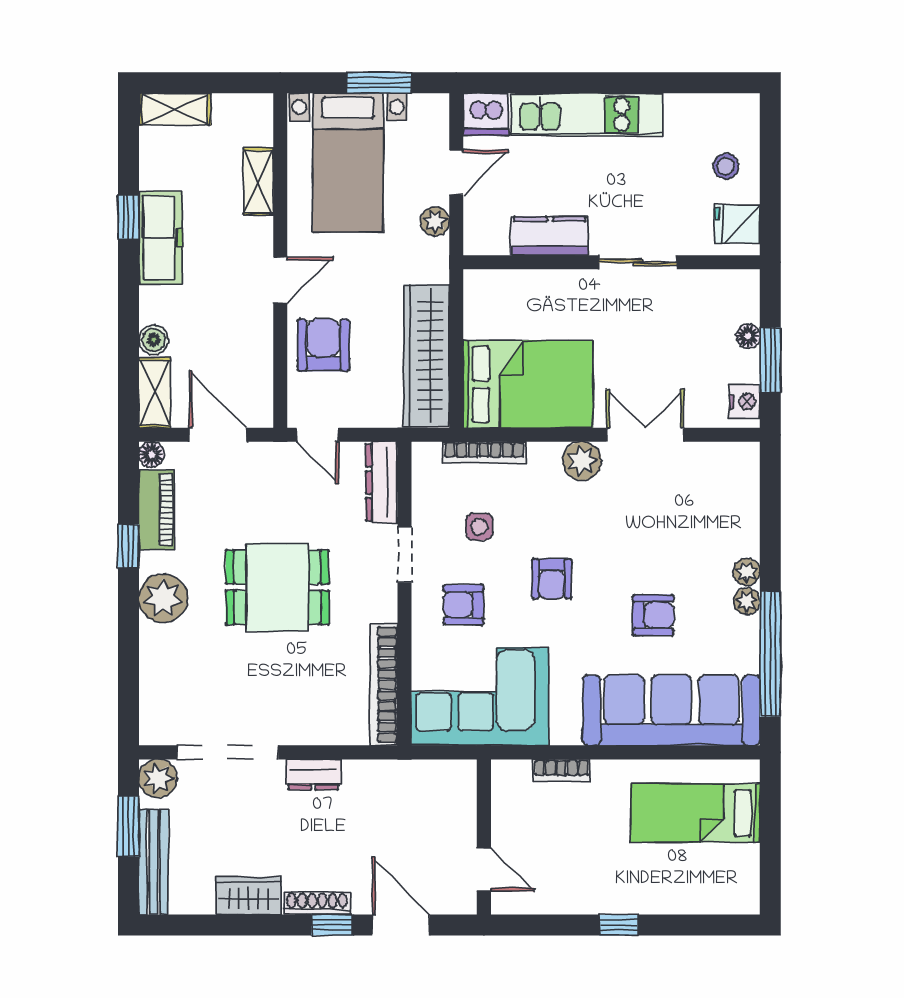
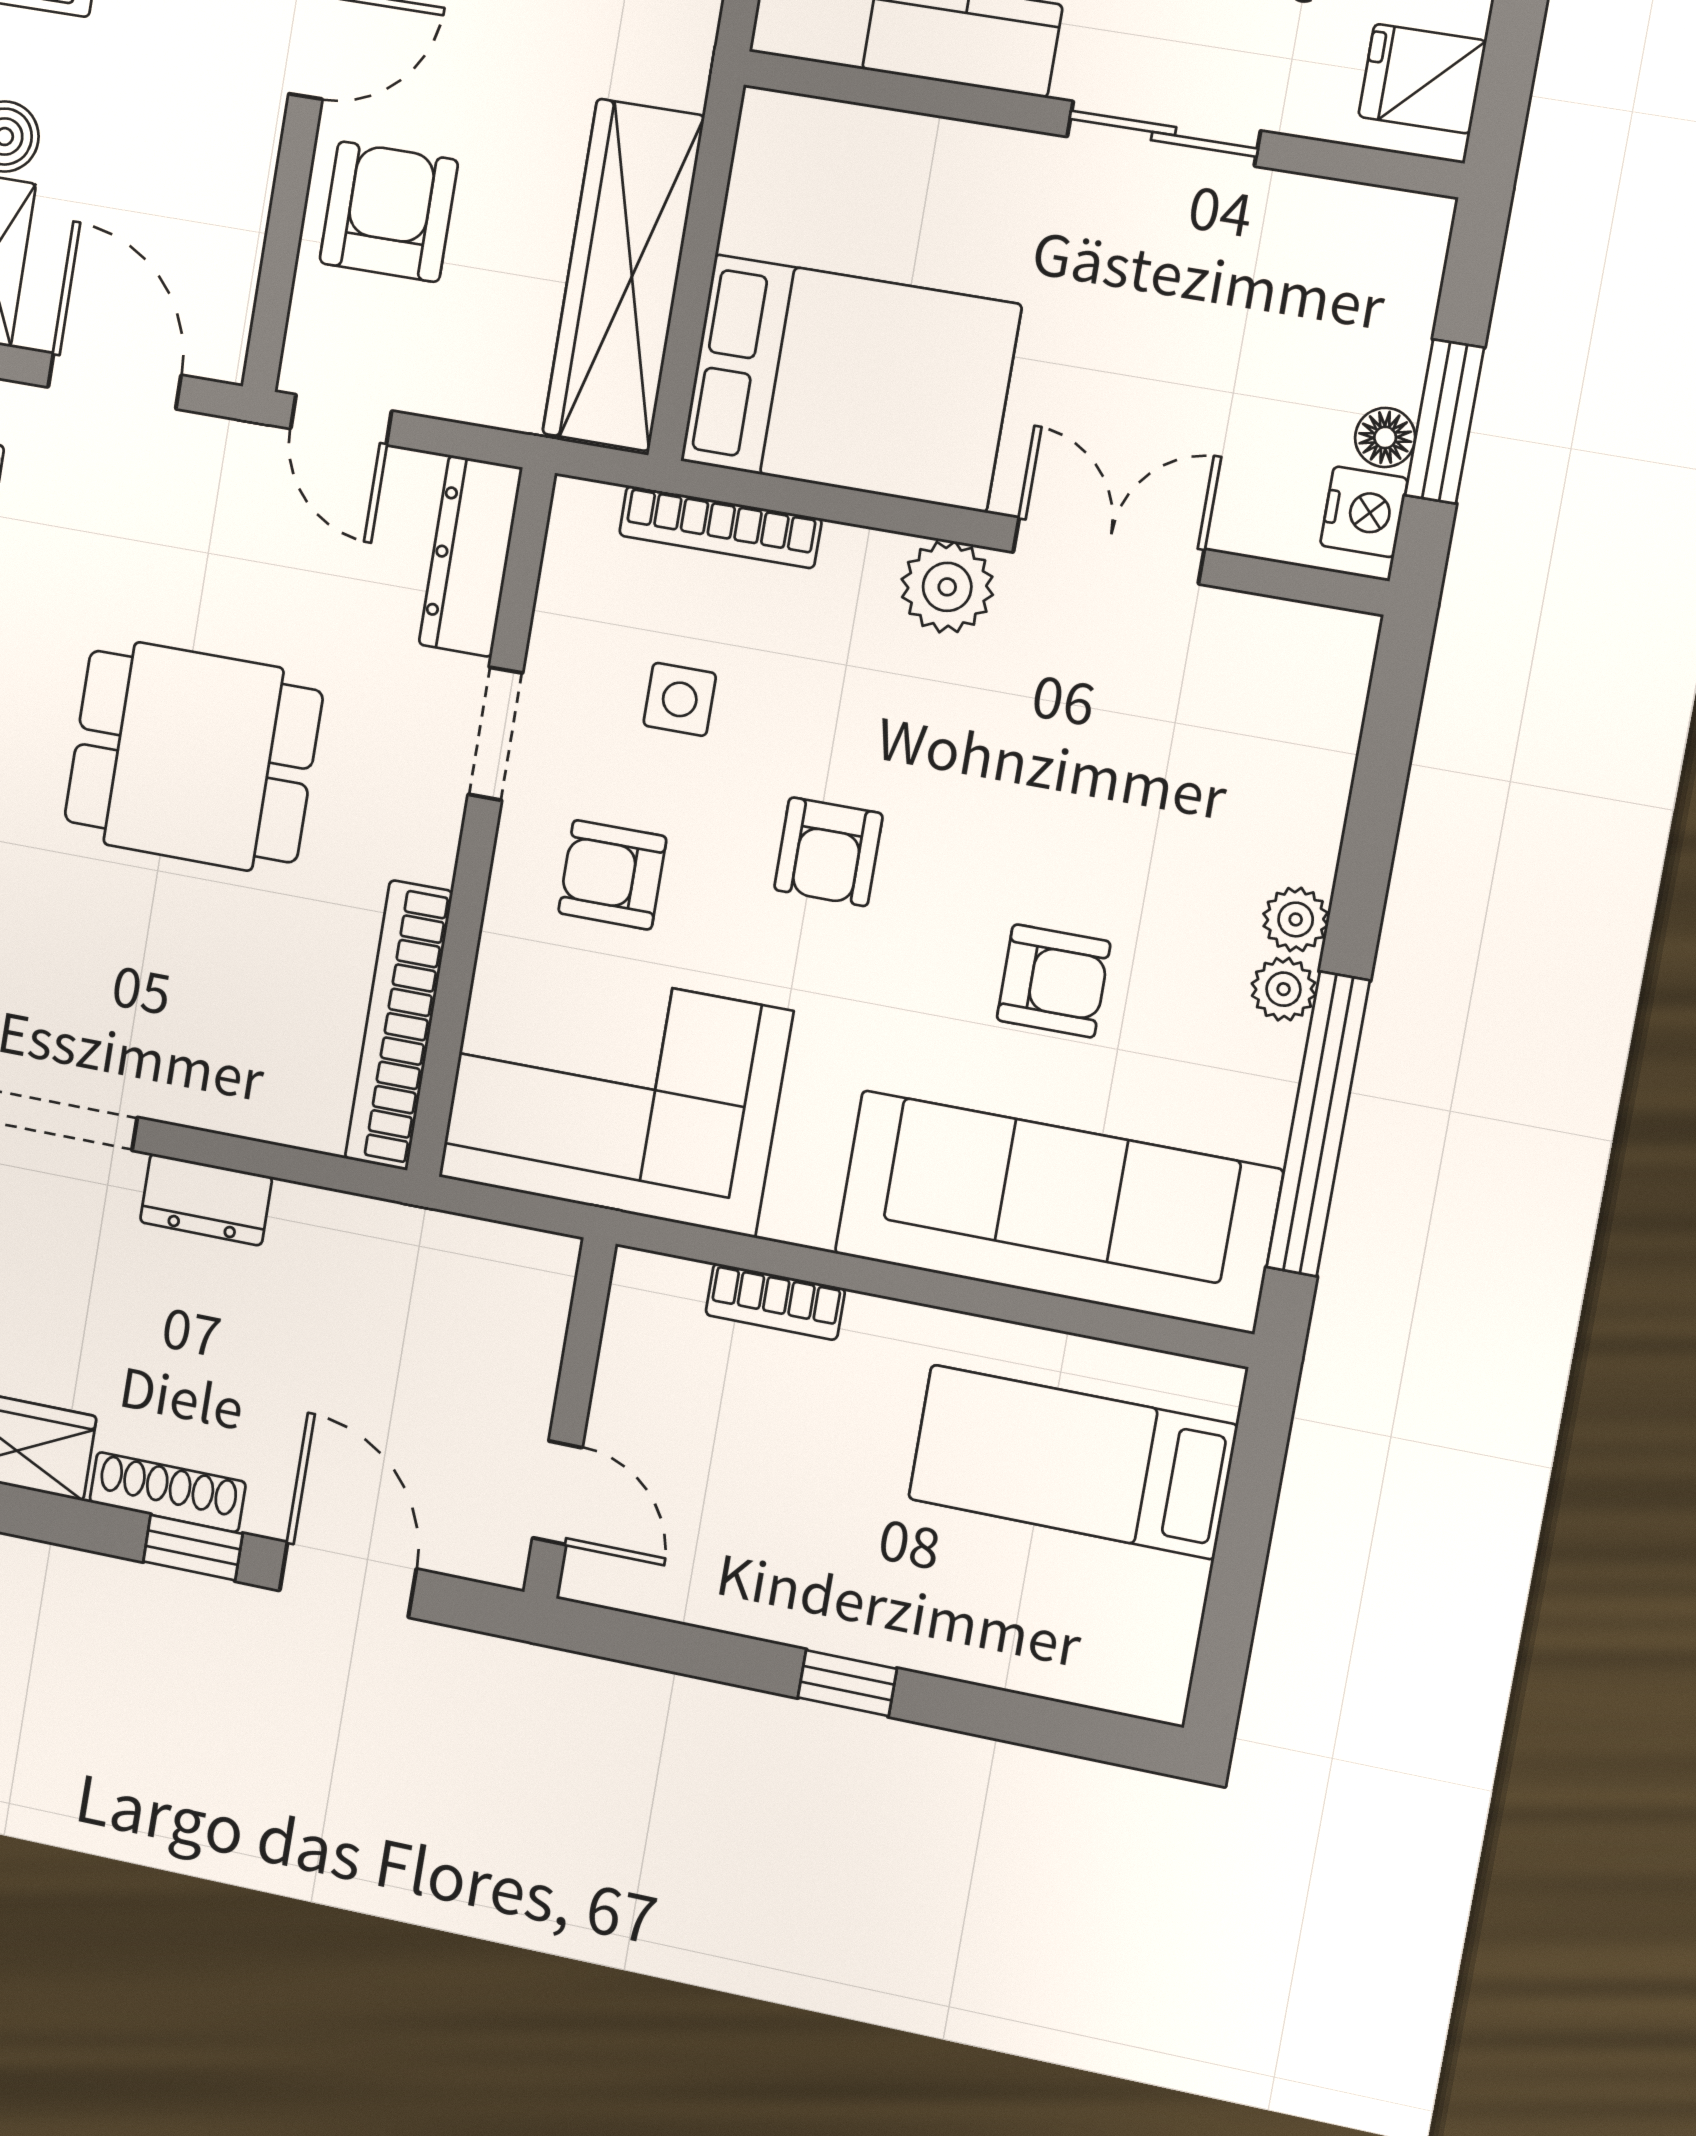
floor lamp: (748, 336) -> (1385, 437), moved

